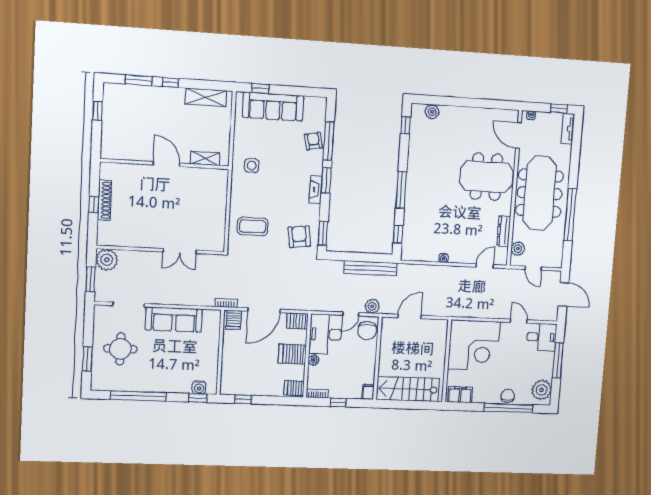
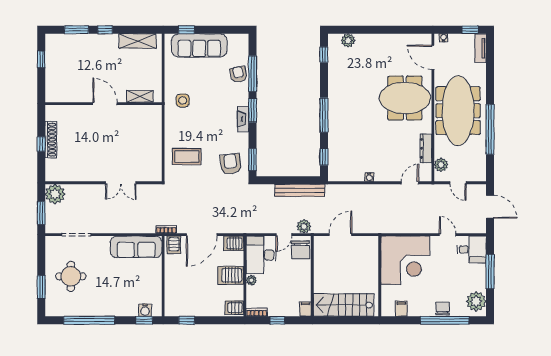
sofa: (174, 320) -> (136, 247), moved
filing cabinet: (460, 395) -> (401, 309), width x0.50

